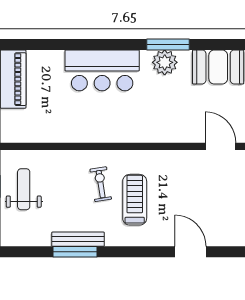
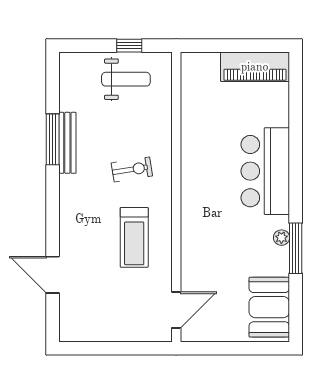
plant: (165, 62) -> (281, 238), width x0.53, depth x0.53
treadmill: (135, 200) -> (134, 237), moved, turned 90
door: (190, 252) -> (53, 275), swing flipped

